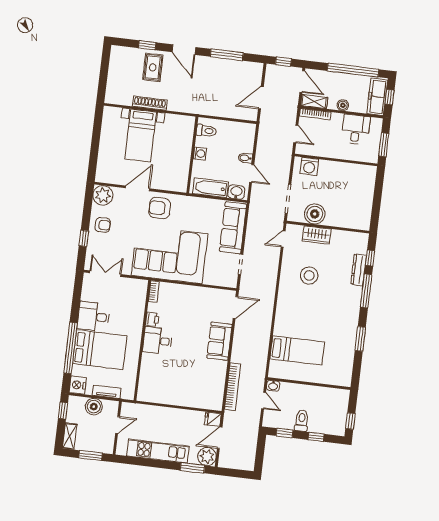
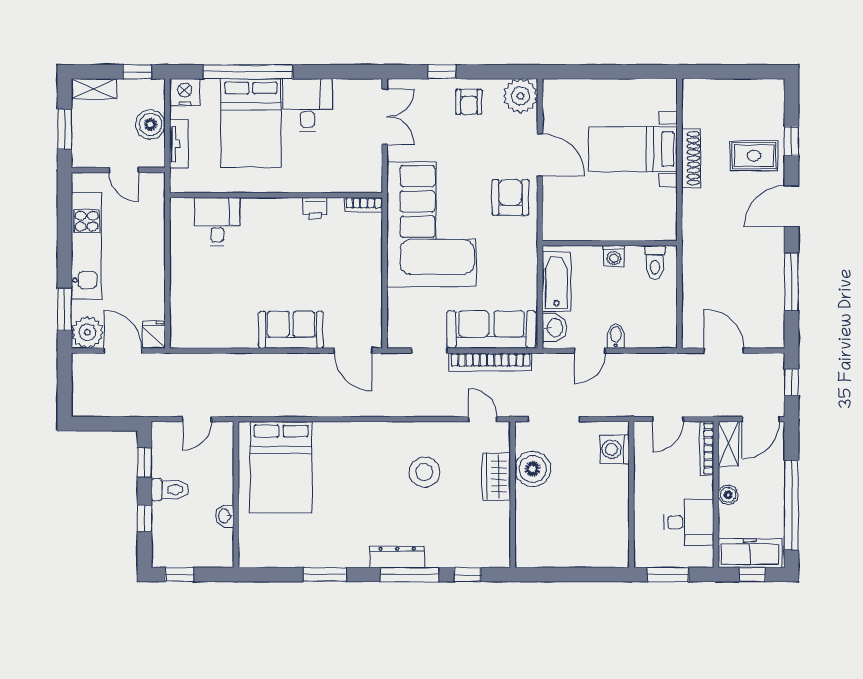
dresser: (359, 270) -> (397, 557), moved
desk: (158, 341) -> (217, 222), moved
bed: (297, 350) -> (281, 467), width x1.50
washbasin: (273, 386) -> (225, 516), moved
bookcase: (233, 387) -> (491, 362), moved

